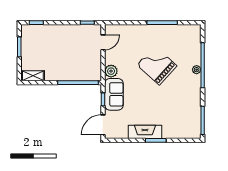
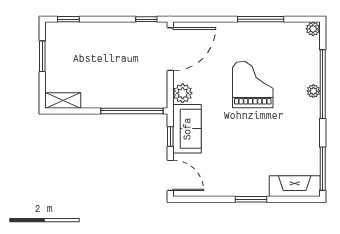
plant: (196, 29) -> (313, 29), added
door: (103, 42) -> (170, 49), width x1.88
grand piano: (157, 65) -> (253, 84), turned 48
door: (103, 125) -> (170, 175), swing flipped
fireplace: (145, 132) -> (295, 186), moved

